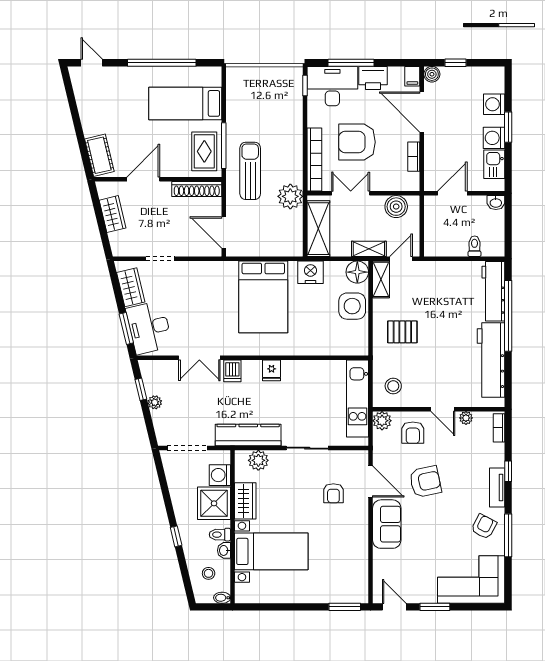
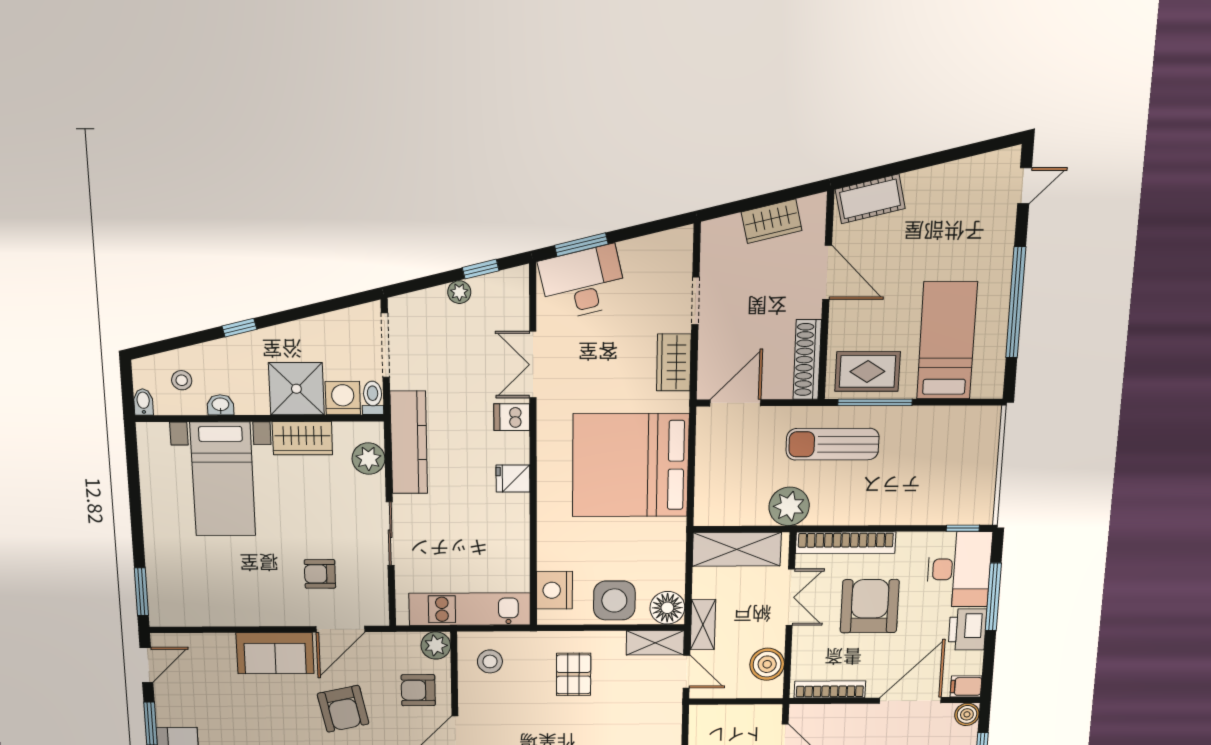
bookcase: (414, 157) -> (830, 689), width x1.56
sun lounger: (250, 171) -> (833, 444), turned 180
nightstand: (310, 272) -> (555, 590), moved, turned 180
wardrobe: (131, 287) -> (674, 362), moved, turned 103
bed: (263, 297) -> (631, 465), width x1.36
toilet: (220, 535) -> (373, 398), moved

